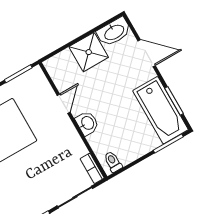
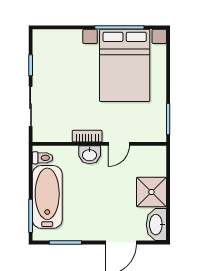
door: (64, 104) -> (119, 144), hinge flipped
bathtub: (161, 110) -> (47, 197), moved, turned 90
bookcase: (92, 168) -> (87, 136), moved

